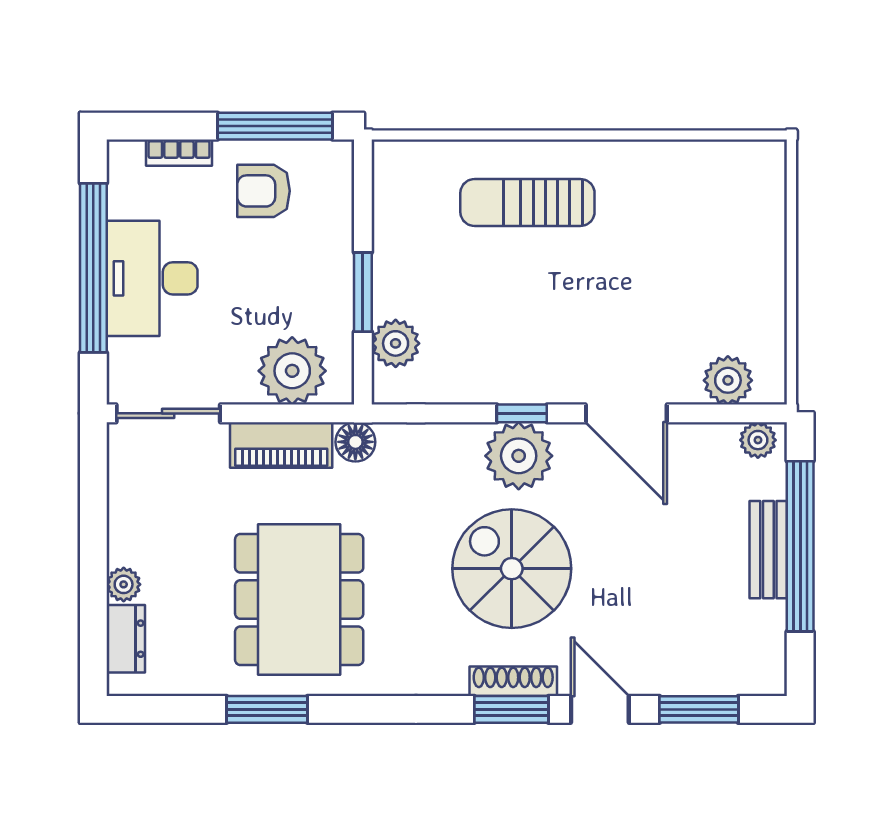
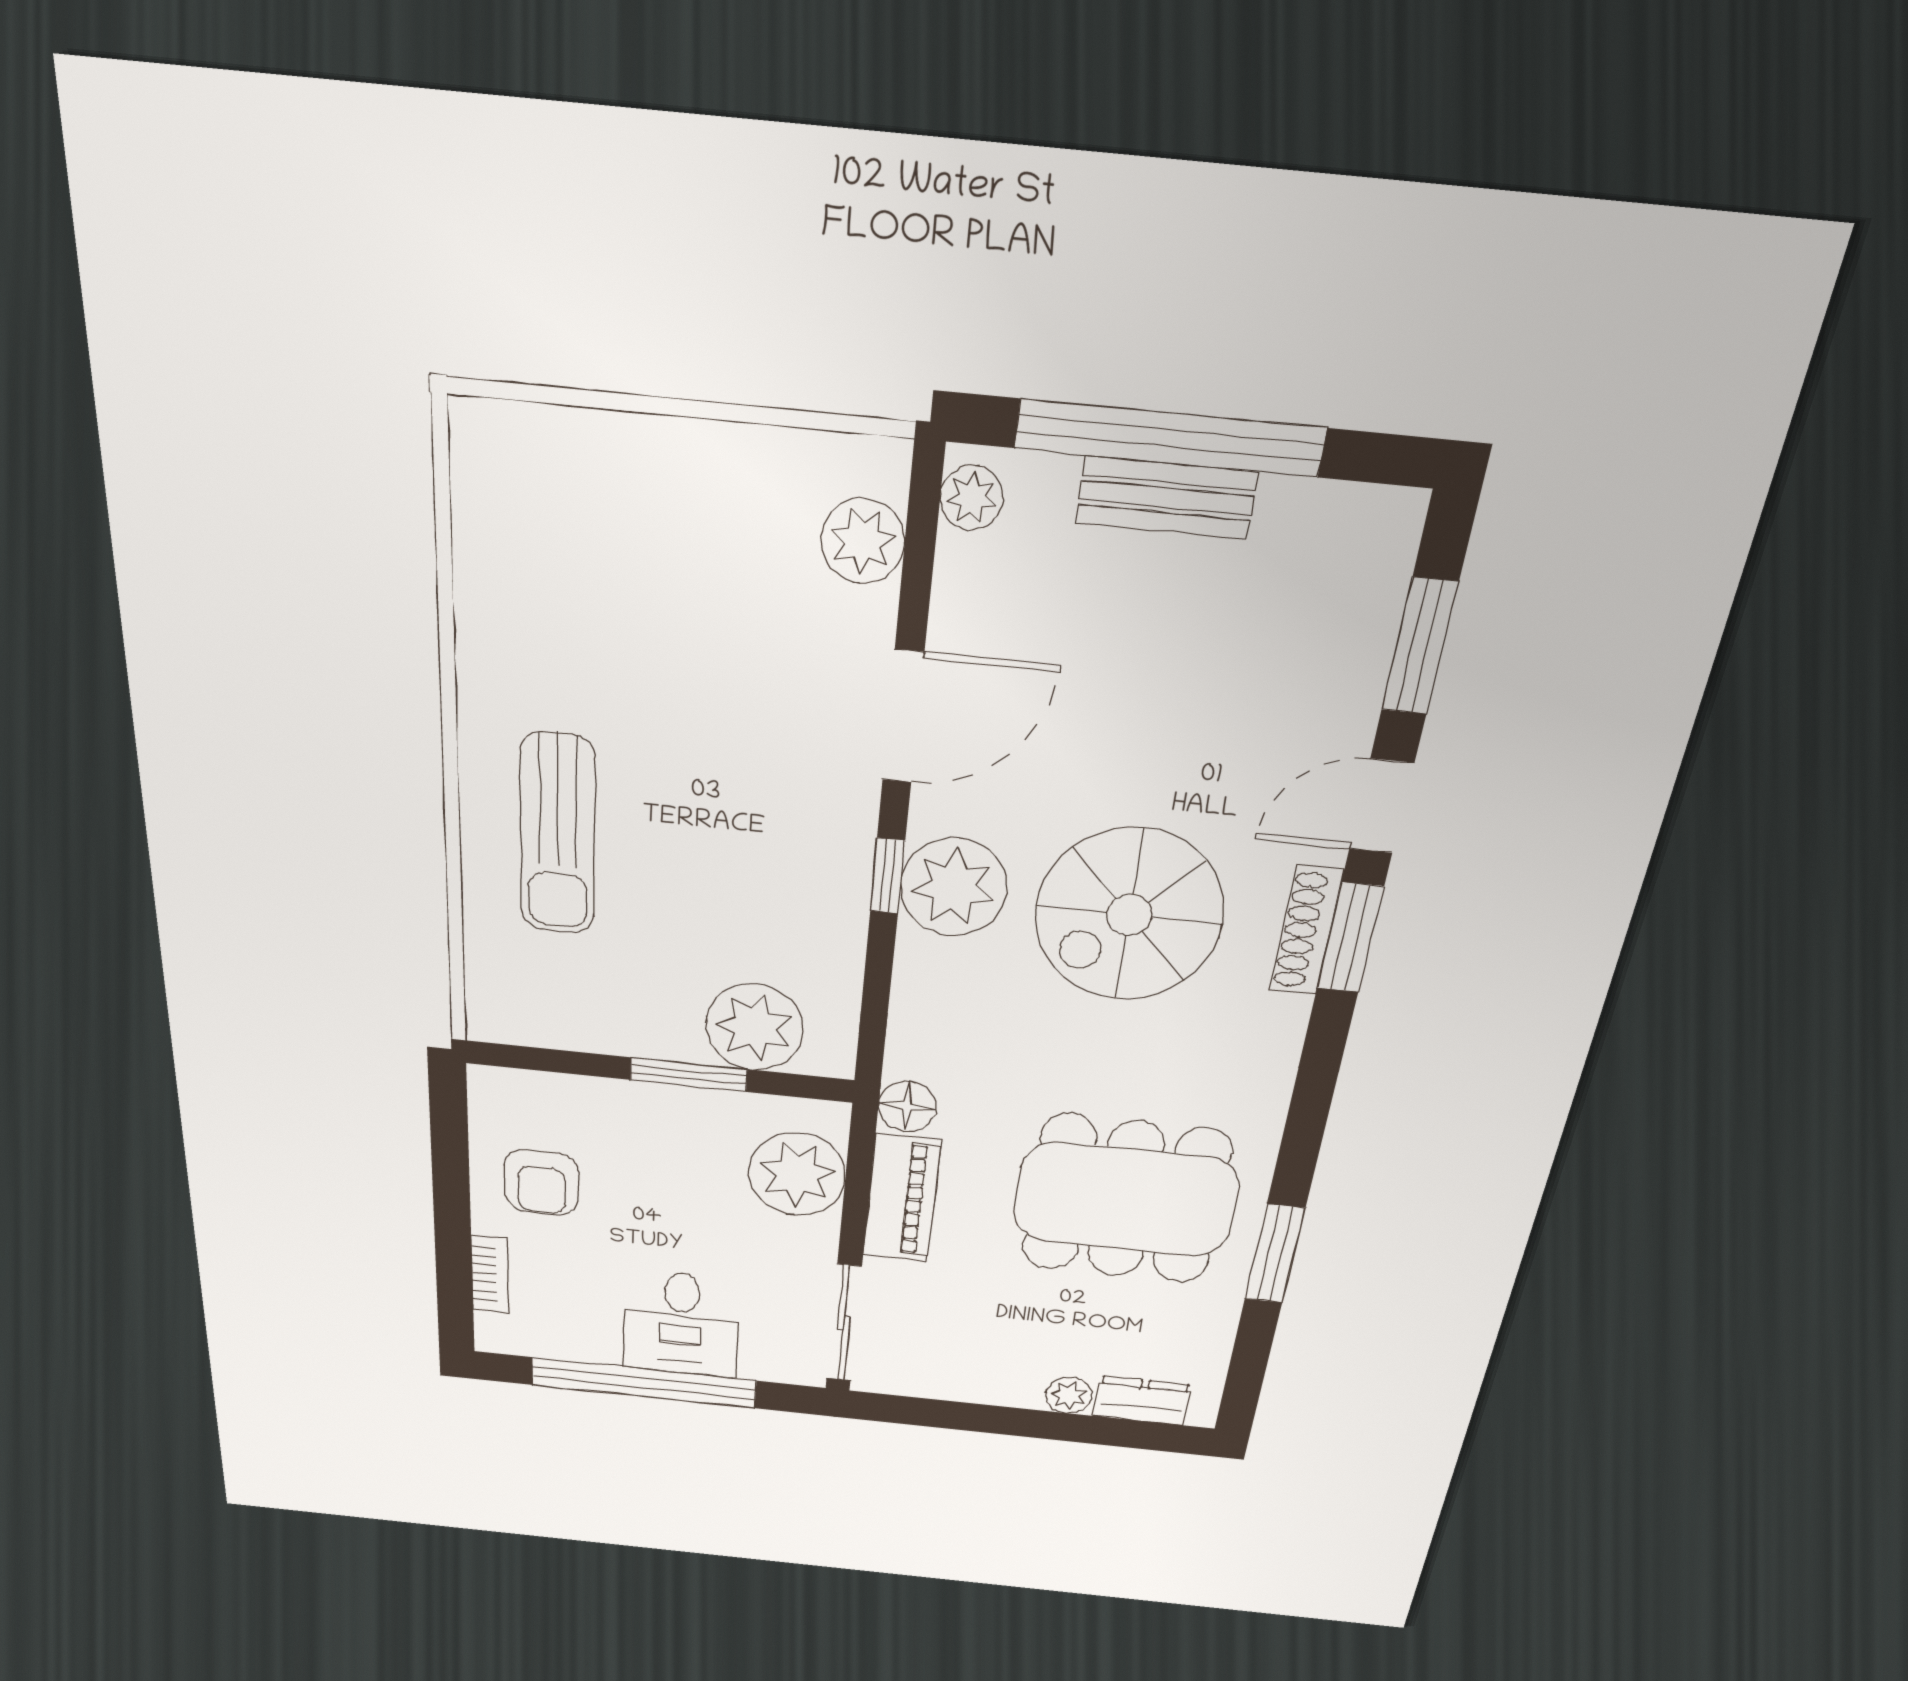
window: (275, 126) -> (450, 1159), removed
desk: (152, 278) -> (681, 1324), width x0.73
plant: (396, 343) -> (754, 1027), width x1.36, depth x1.36

